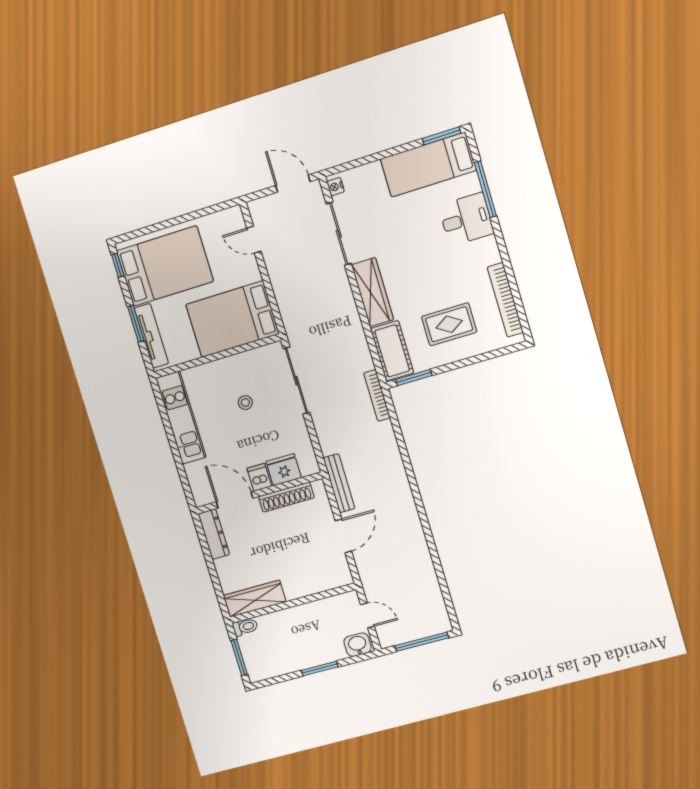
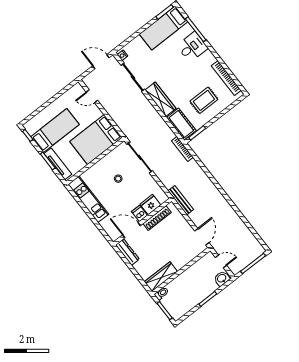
bed: (165, 266) -> (55, 131), width x0.67
door: (343, 536) -> (202, 237), moved

